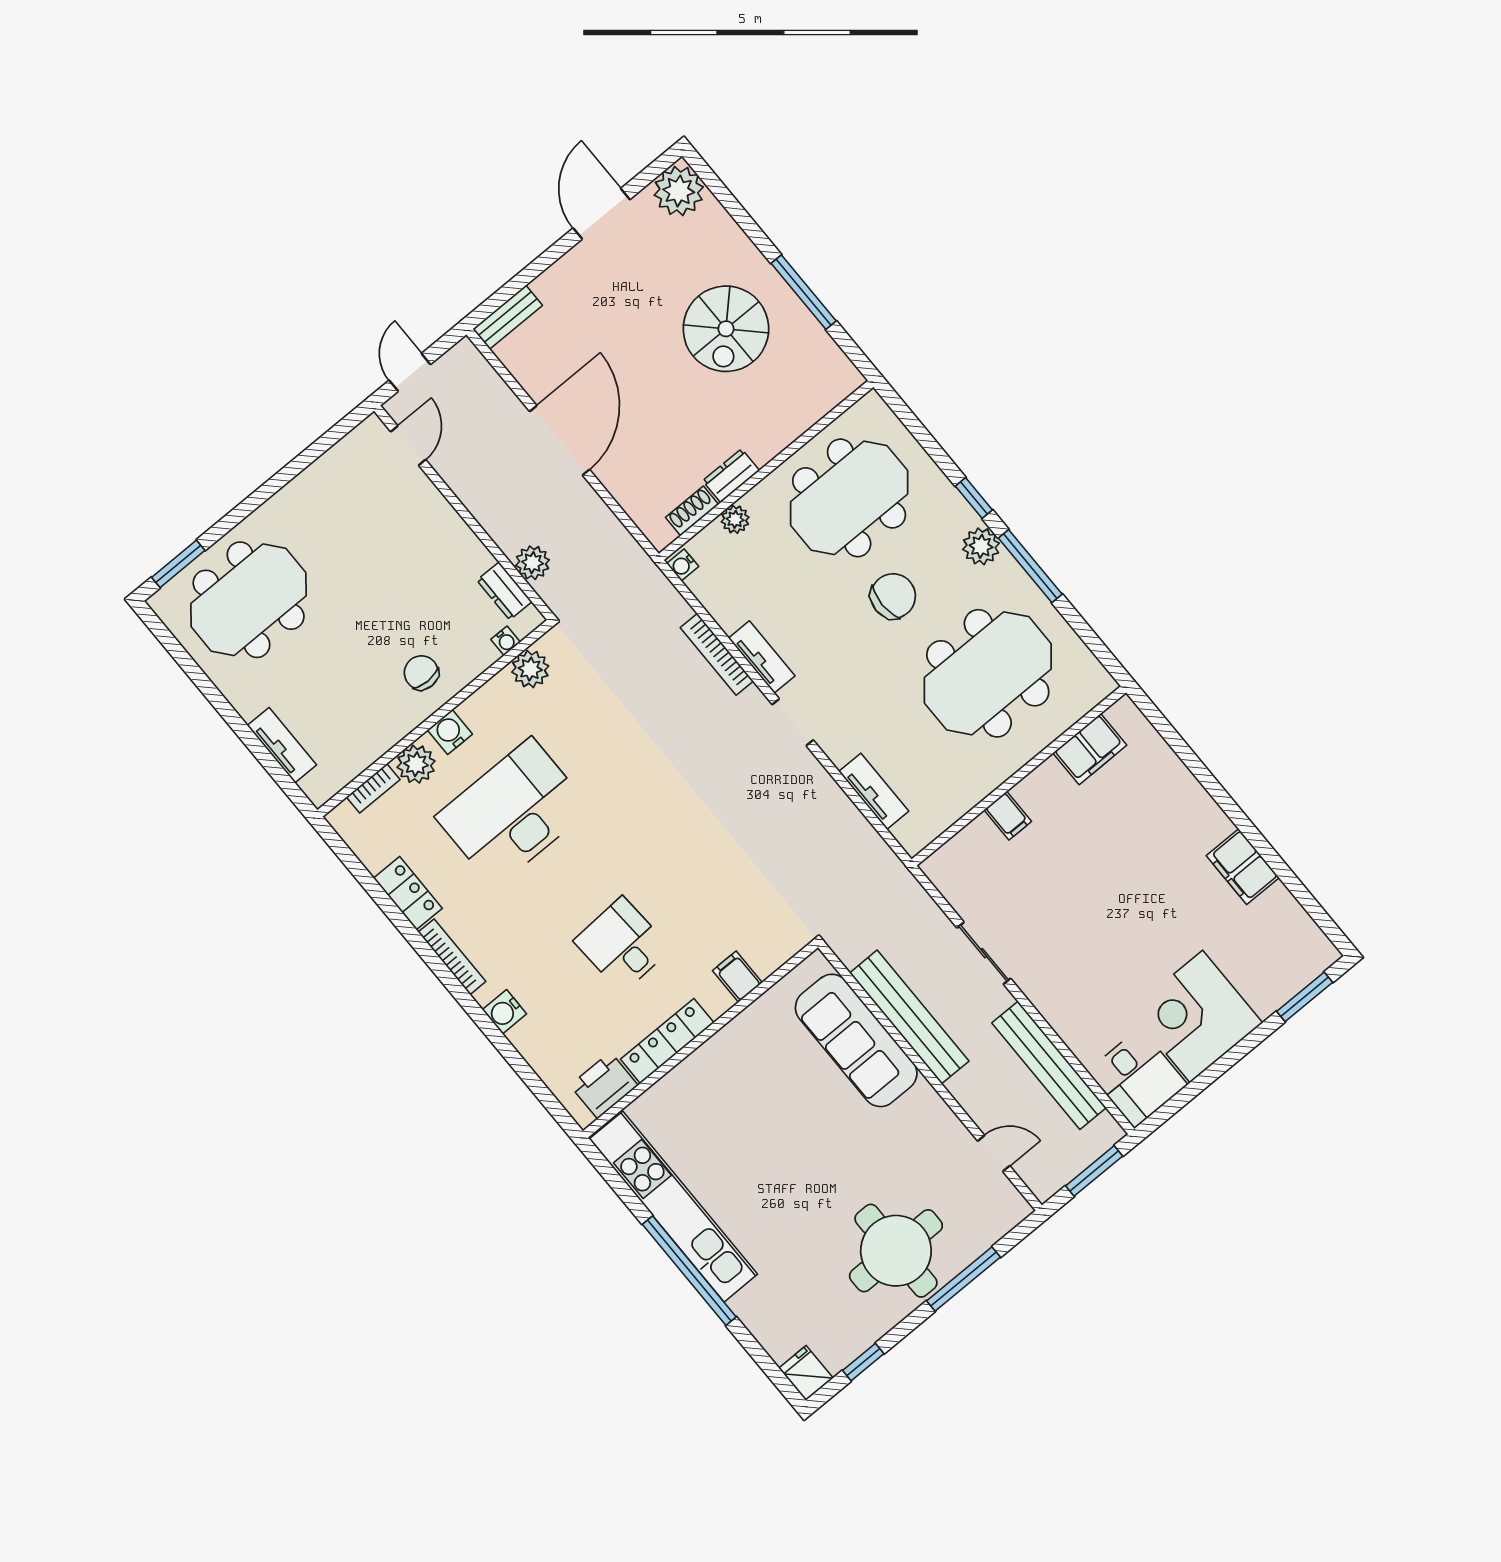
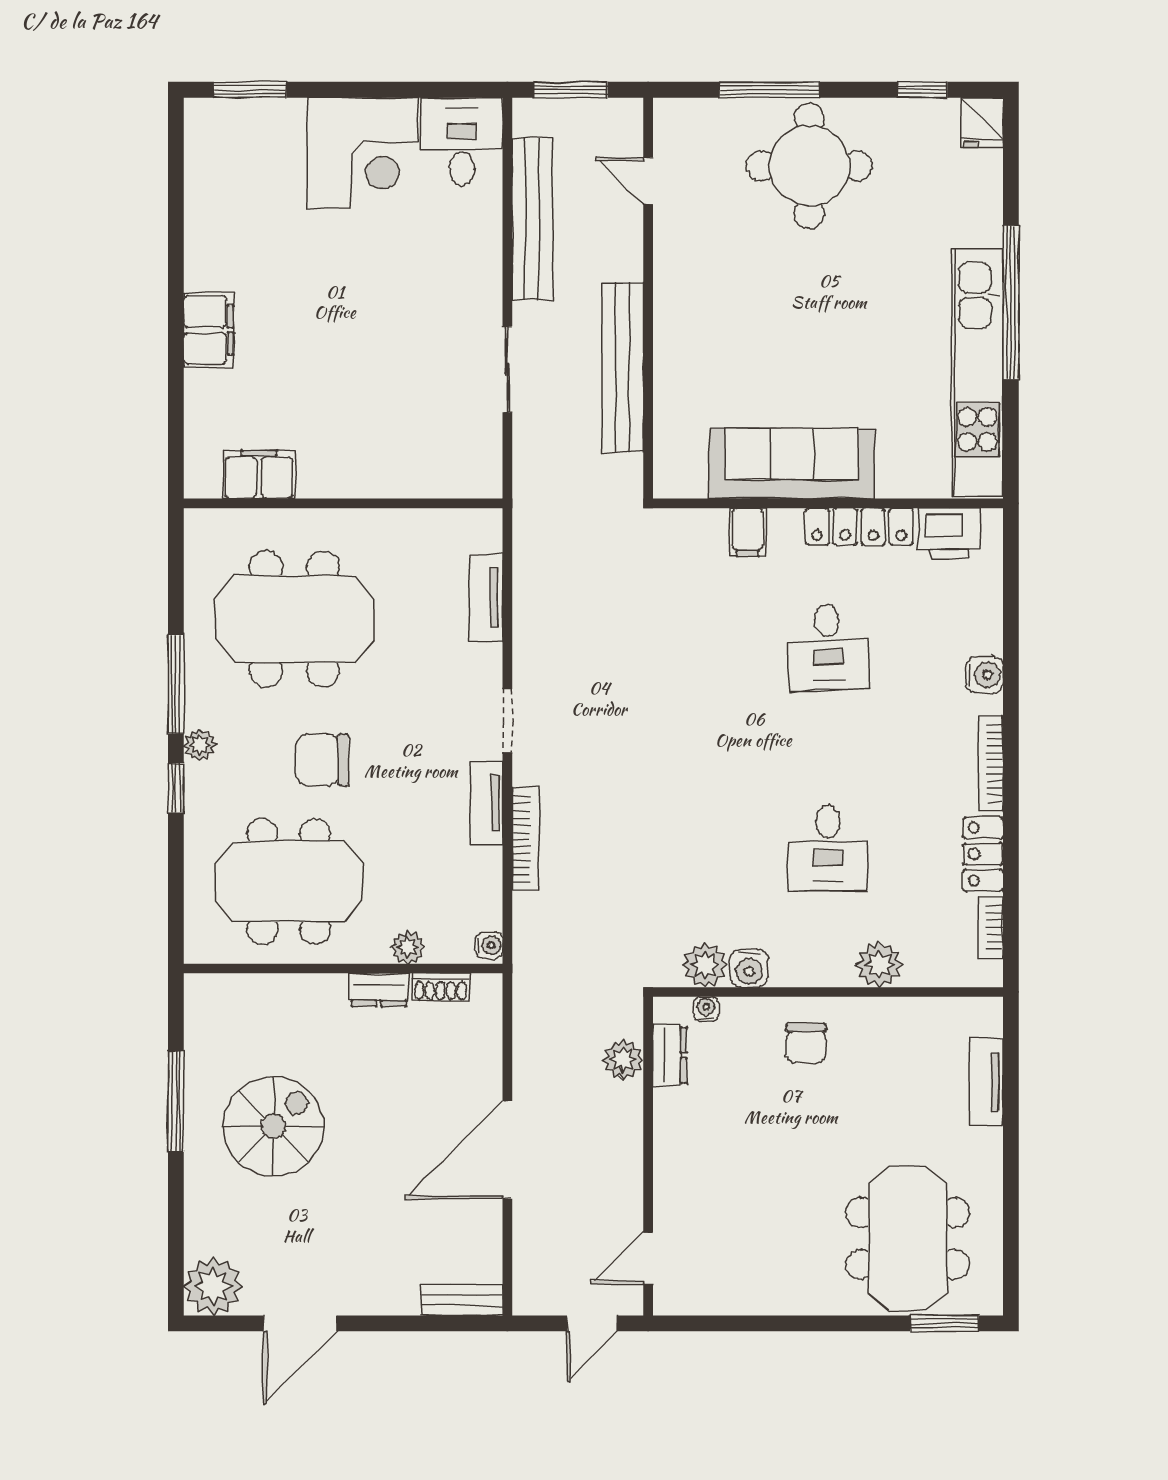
plant: (981, 546) -> (200, 745), width x0.73, depth x0.73
meeting table: (249, 600) -> (908, 1238), turned 90
water cooler: (450, 732) -> (749, 968), moved
bookcase: (373, 788) -> (991, 928), moved, turned -90
desk: (513, 813) -> (828, 848), width x0.53, depth x0.77
filing cabinet: (1008, 816) -> (383, 476), removed
filing cabinet: (1243, 867) -> (209, 330), moved
sofa: (856, 1040) -> (792, 463), moved, turned -90

